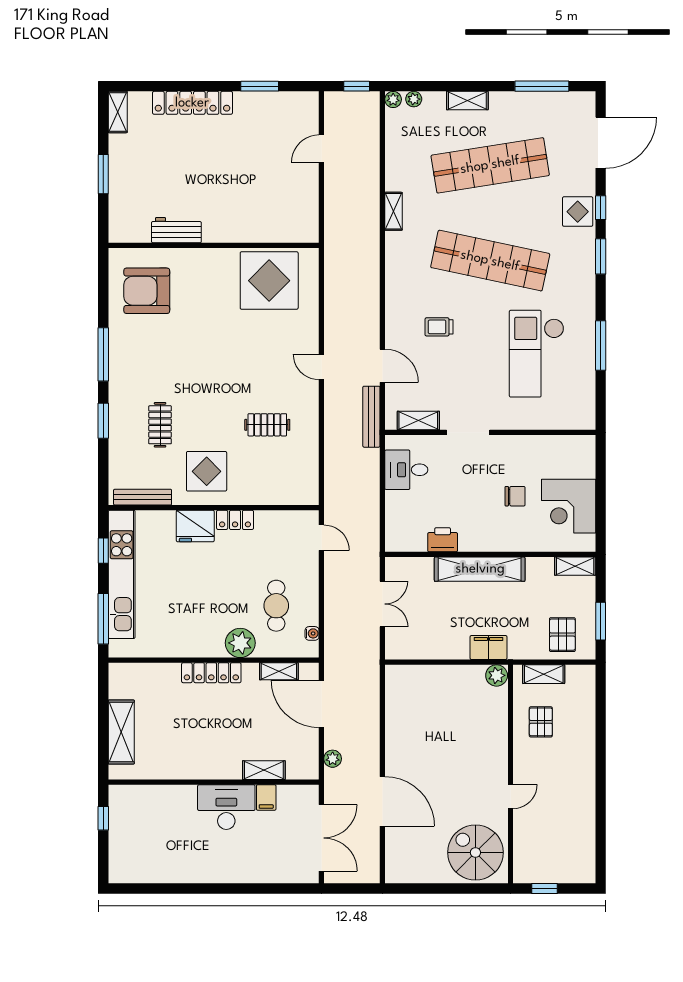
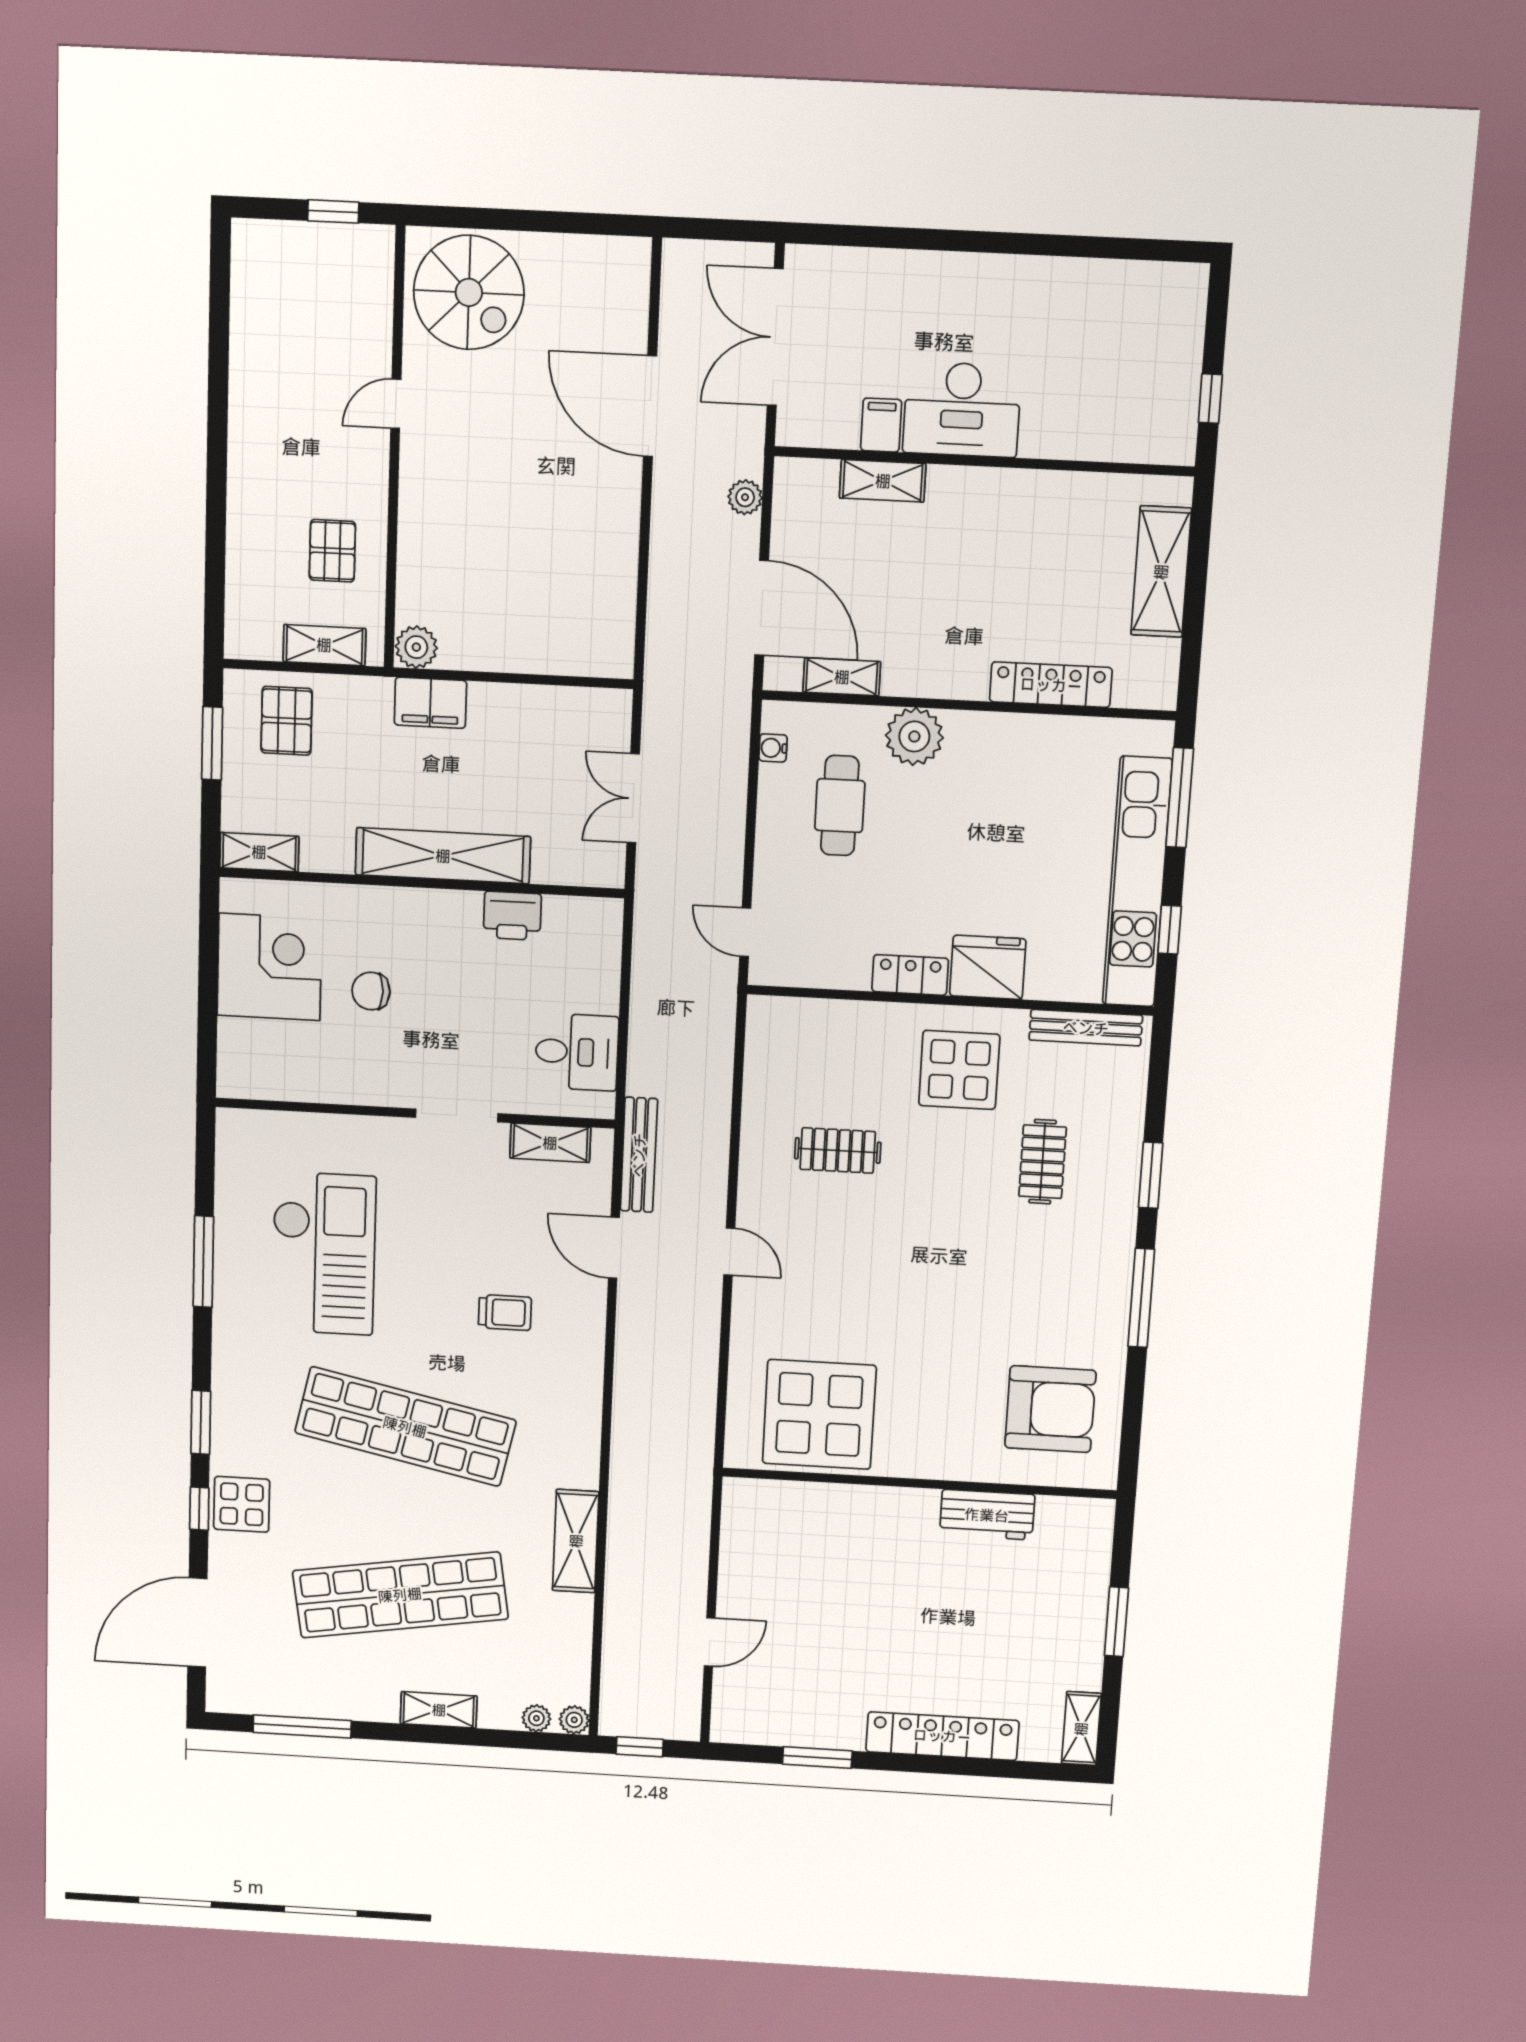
shelving: (393, 211) -> (576, 1541), width x1.50, depth x1.33
locker: (211, 673) -> (1051, 685), moved

